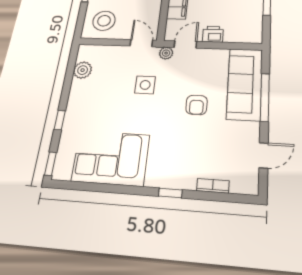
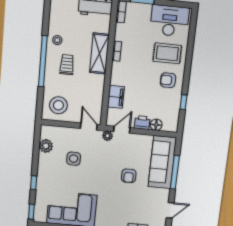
floor lamp: (232, 36) -> (156, 125), added
side table: (145, 85) -> (74, 159), moved

